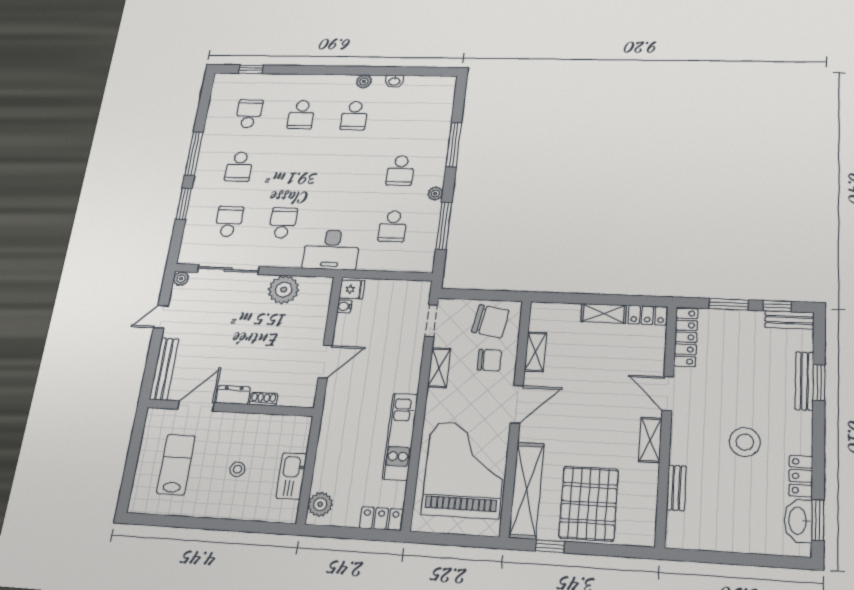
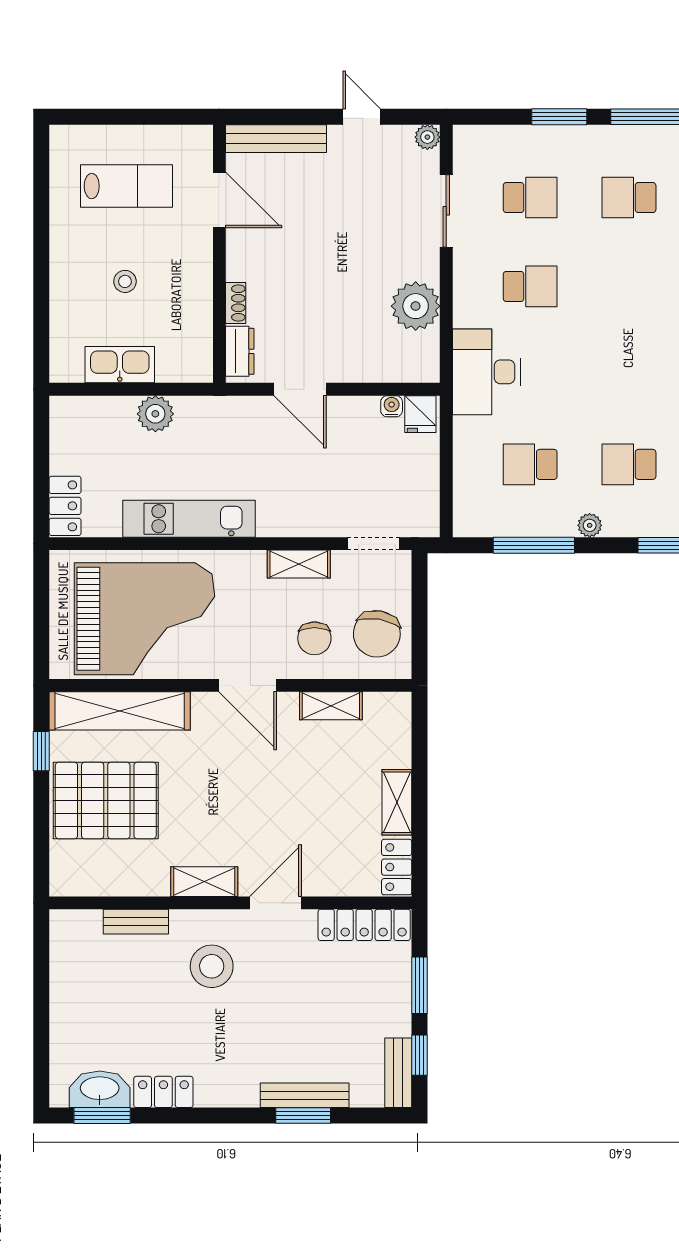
sliding door: (228, 269) -> (446, 211), width x0.73
dresser: (233, 395) -> (240, 351), moved
stool: (745, 442) -> (212, 966), moved
plant: (320, 504) -> (155, 414), moved

